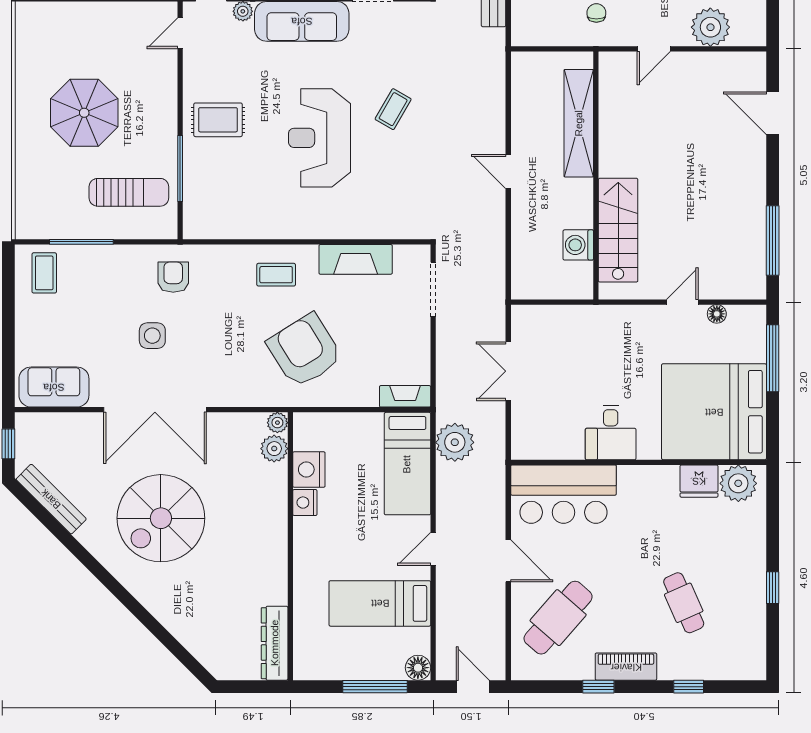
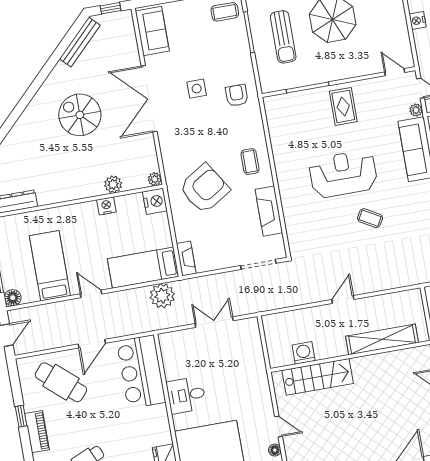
sun lounger: (129, 192) -> (283, 37), moved
armchair: (173, 277) -> (237, 95), turned -90
plant: (274, 449) -> (113, 184), moved
nightstand: (309, 469) -> (155, 201), moved, turned 90
spiral stairs: (161, 518) -> (80, 115), width x0.73, depth x0.73

